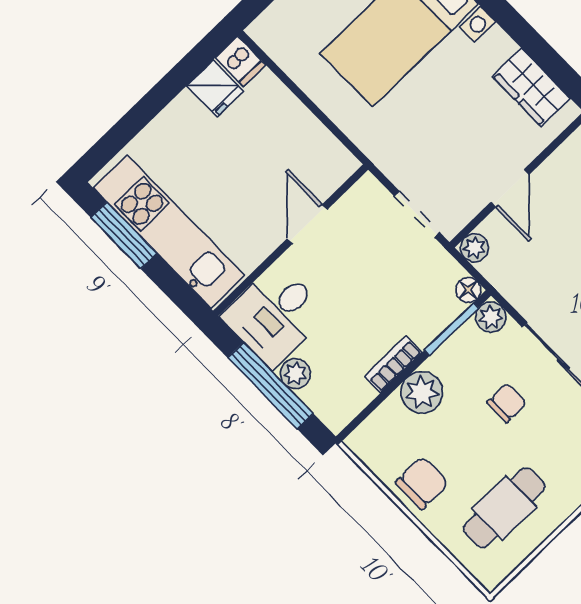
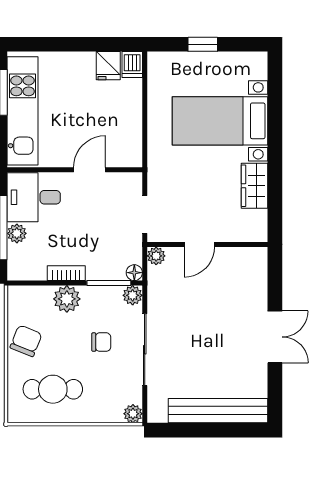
wardrobe: (531, 87) -> (255, 186), moved
chair: (422, 483) -> (26, 341), turned -68

